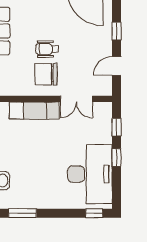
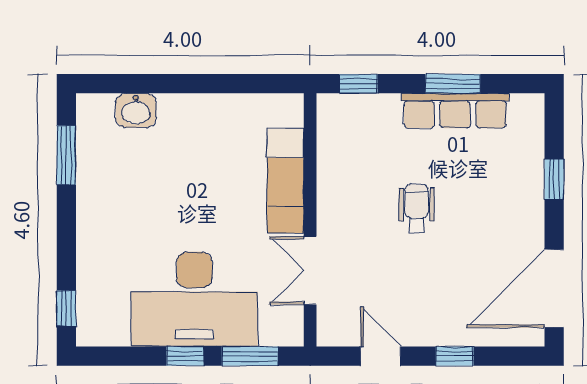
chair: (46, 74) -> (363, 205), removed
window: (117, 127) -> (250, 356), width x1.50
desk: (90, 174) -> (194, 299), moved

